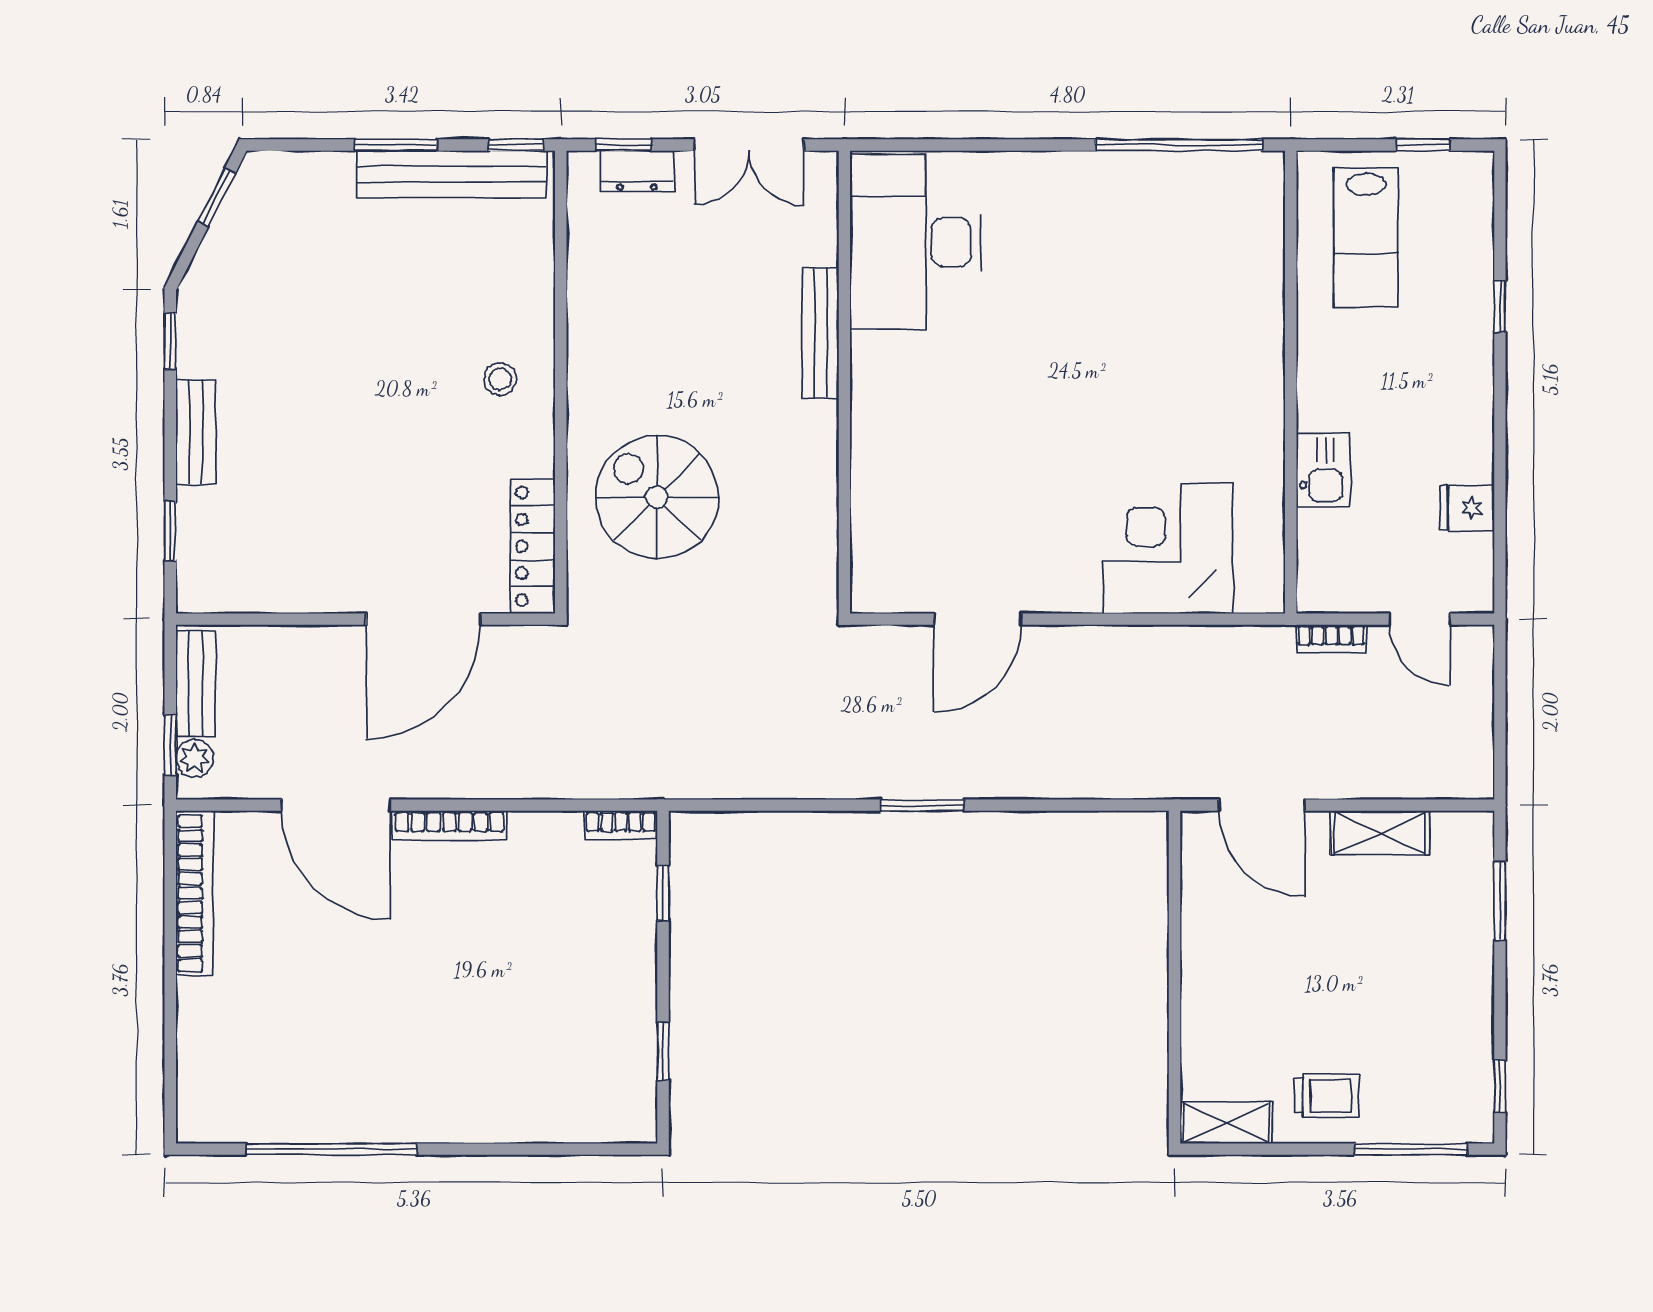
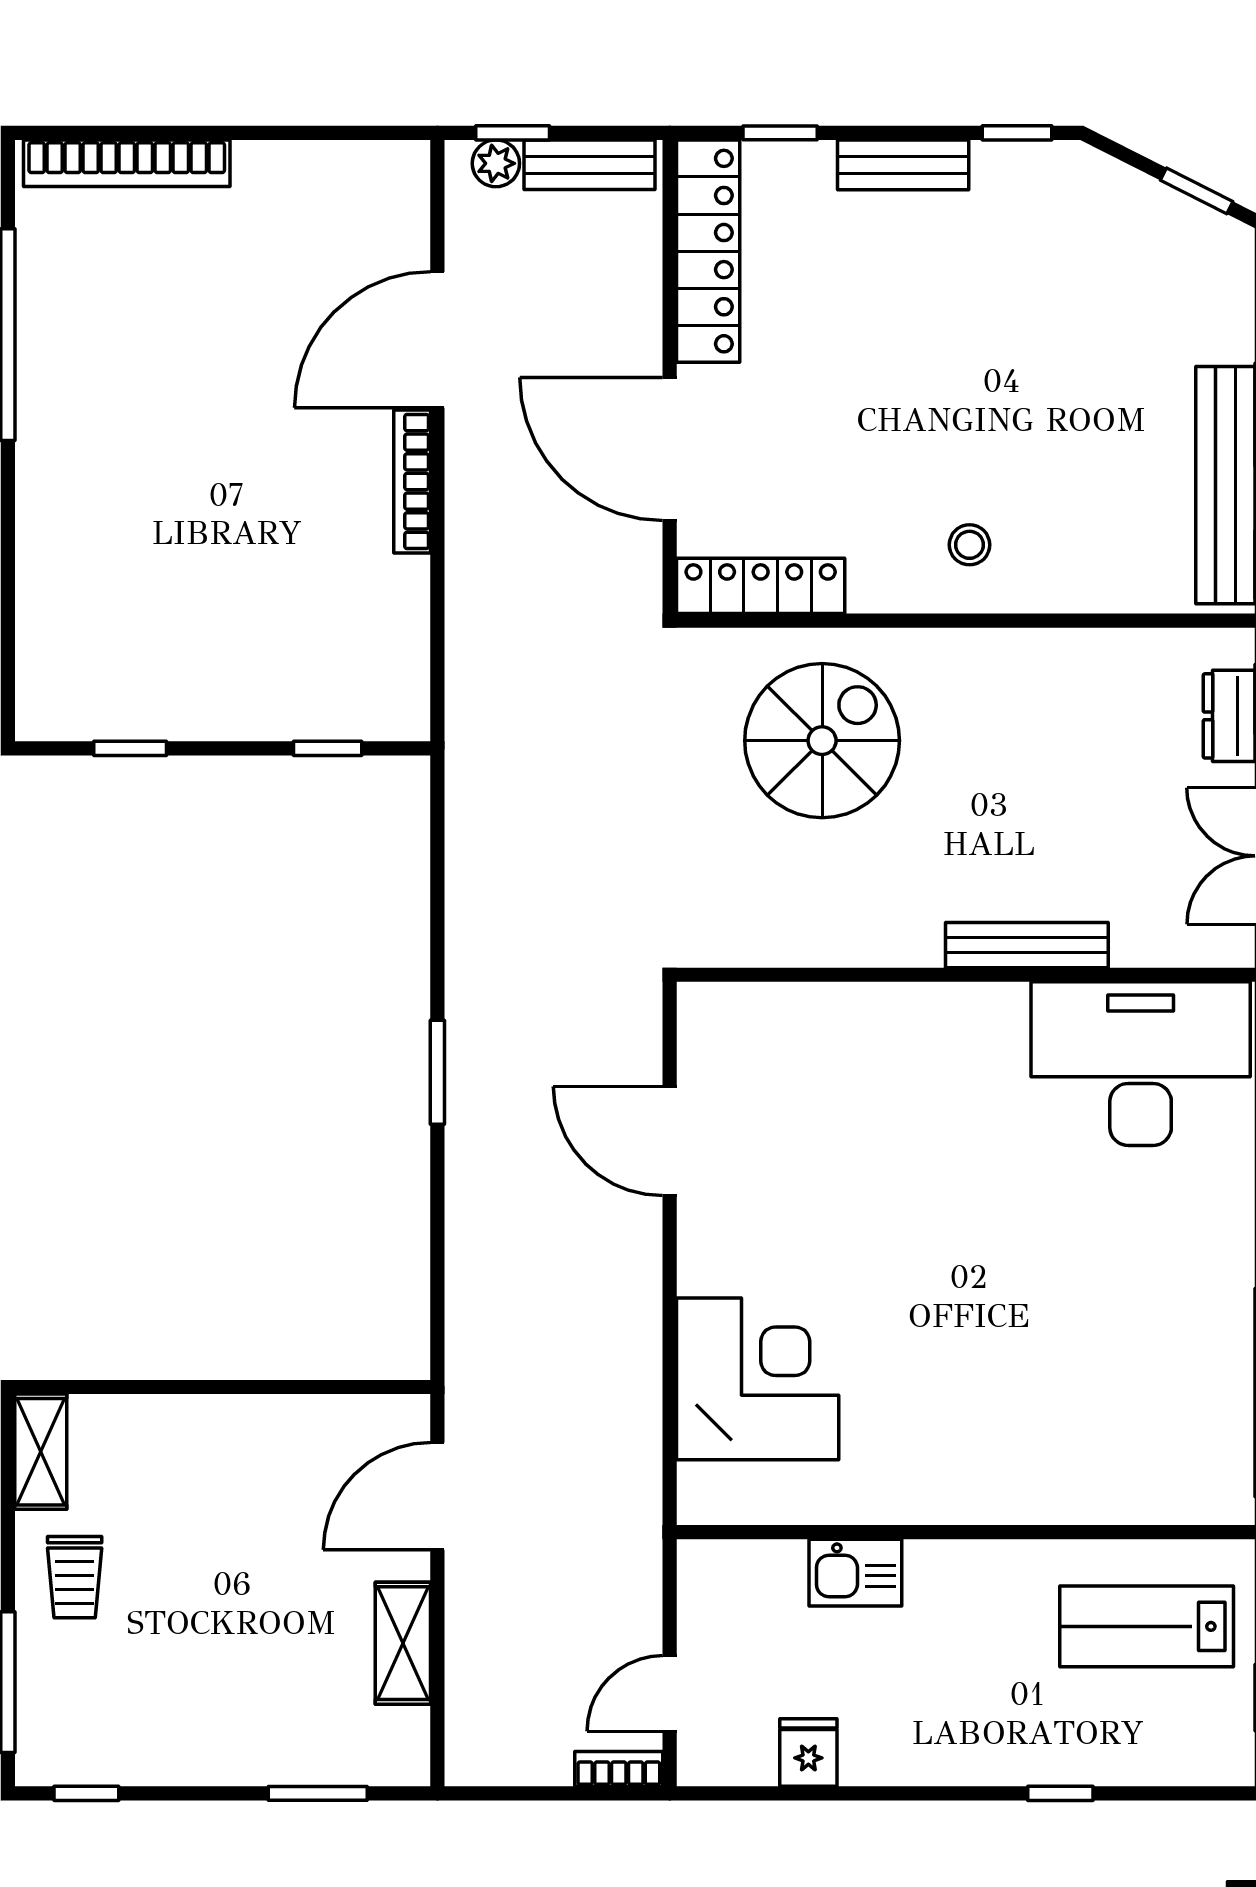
locker: (265, 588) -> (708, 251), added
bookcase: (1331, 639) -> (619, 1769), moved, turned 90
bookcase: (621, 825) -> (412, 696), removed
bookcase: (195, 893) -> (127, 163), moved

